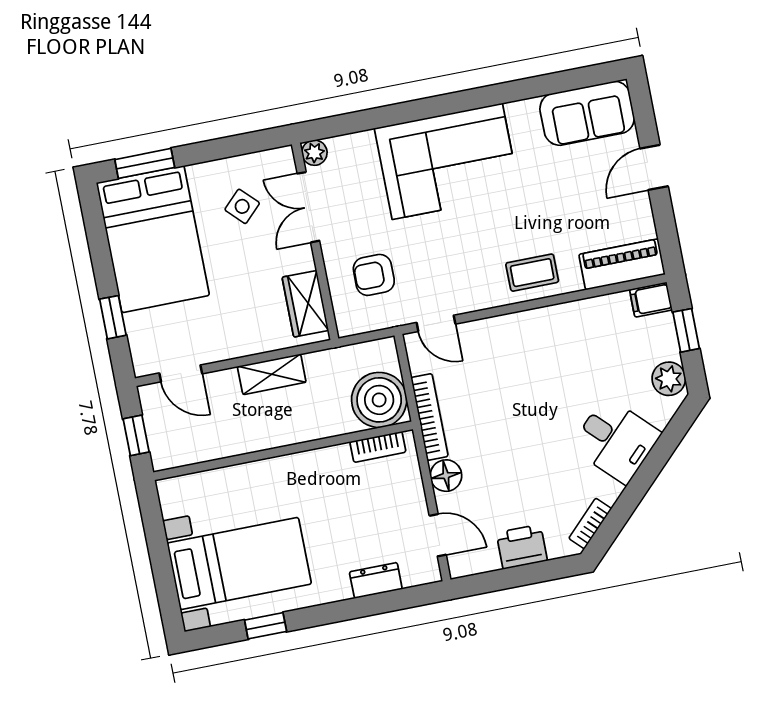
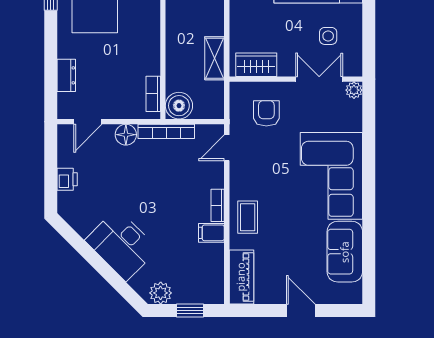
sofa: (587, 113) -> (345, 252), moved
side table: (242, 206) -> (328, 36), turned 45
filing cabinet: (651, 300) -> (211, 233), moved, turned -90
shelving: (272, 374) -> (214, 58), moved
boiler: (379, 400) -> (179, 106), width x0.73, depth x0.73
desk: (616, 440) -> (121, 245), width x1.37
bookcase: (590, 523) -> (218, 205), moved, turned -135
printer: (522, 547) -> (67, 179), width x0.73, depth x0.81

